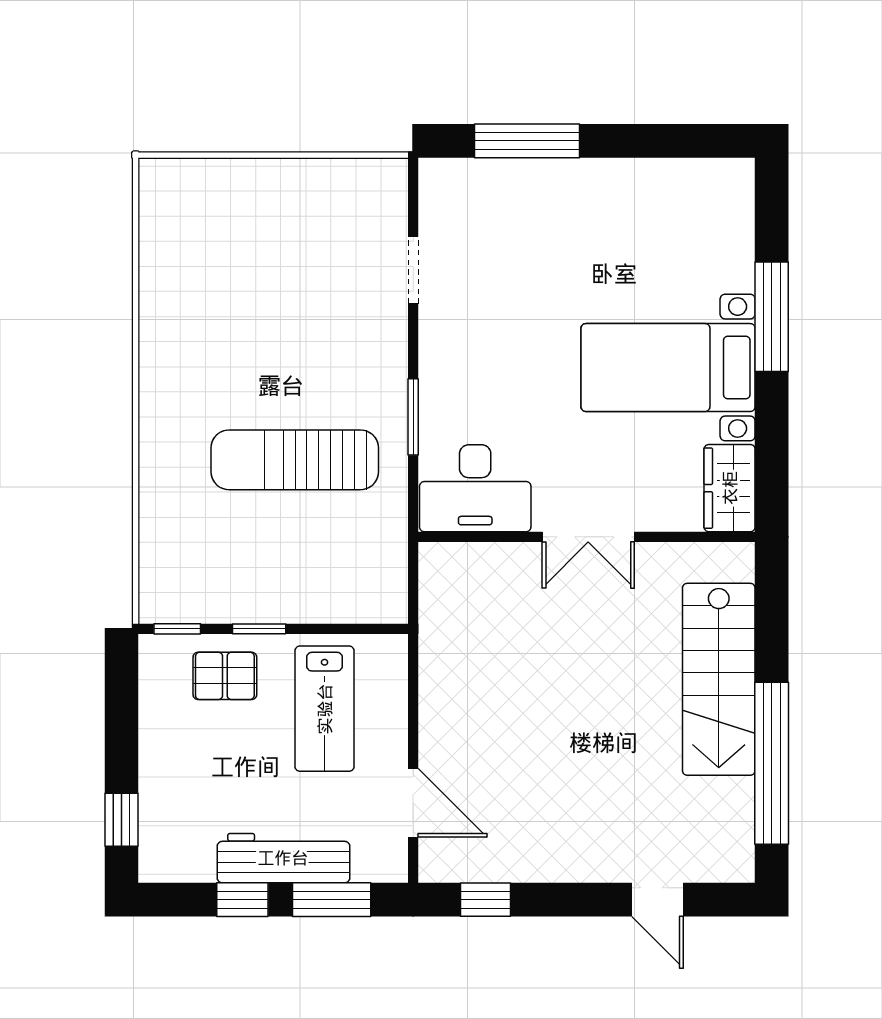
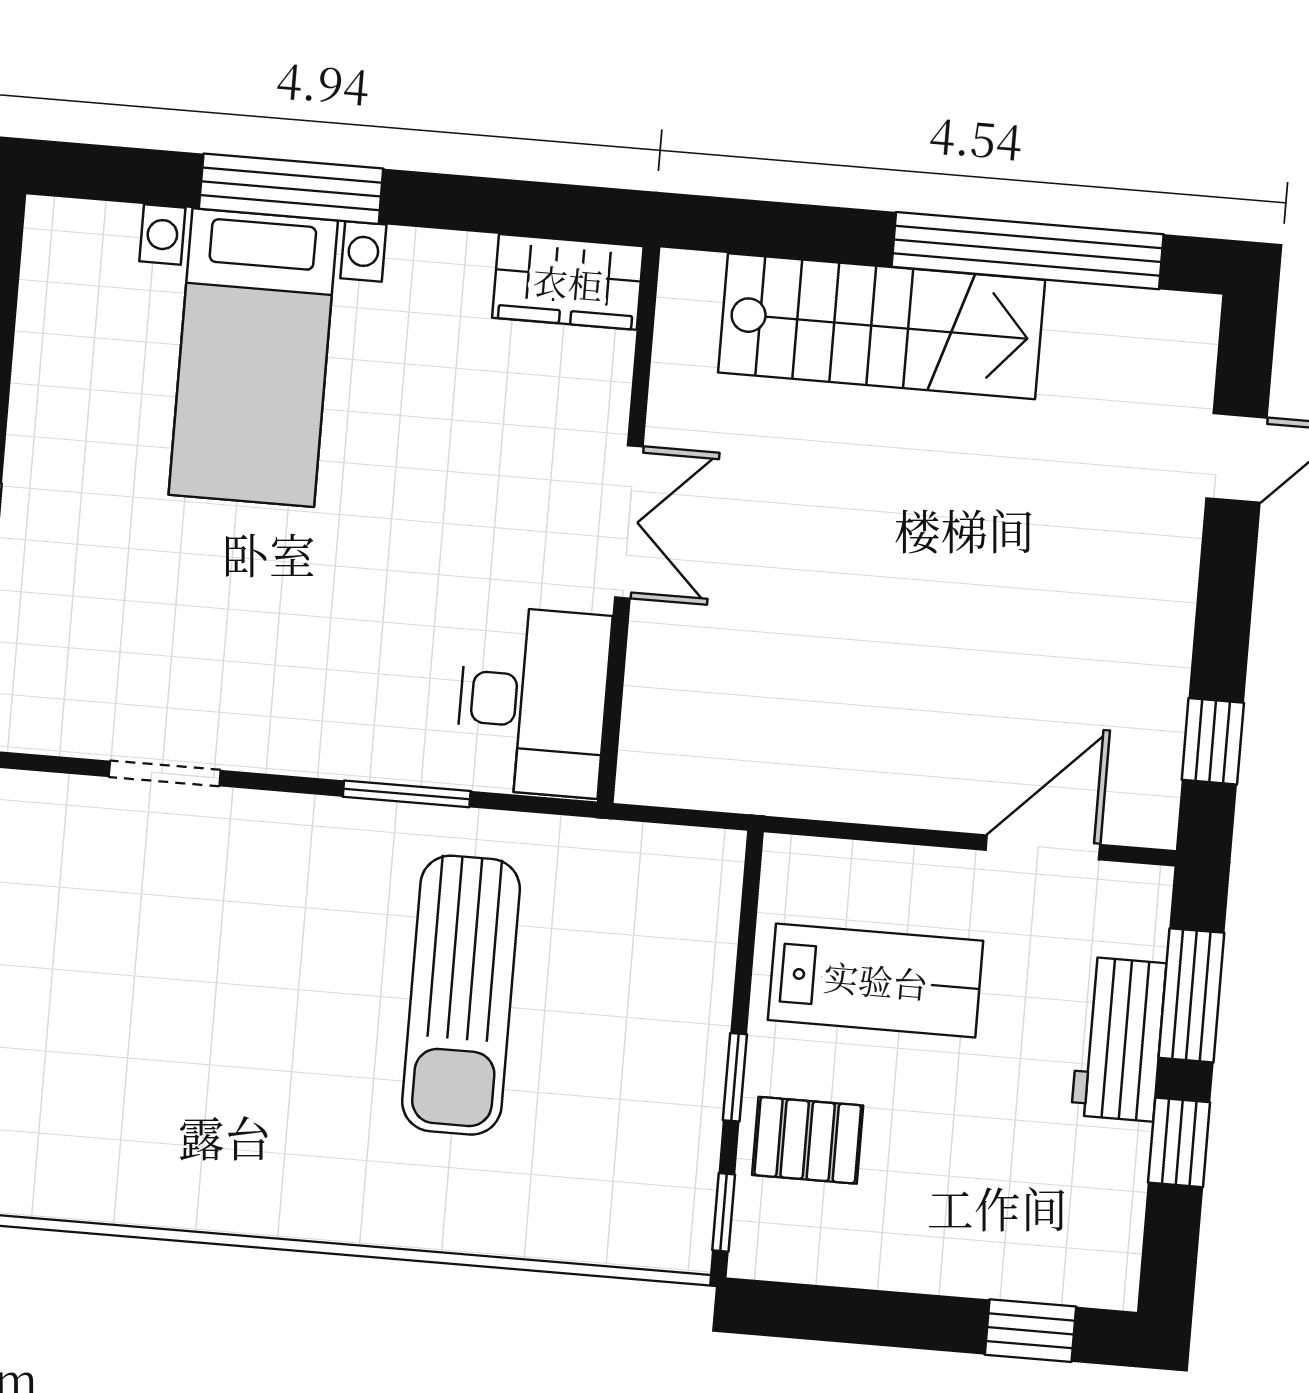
bed with nightstands: (668, 368) -> (253, 358), moved
pallet: (225, 676) -> (808, 1140), turned 90
workbench: (283, 858) -> (1119, 1039), width x0.73

